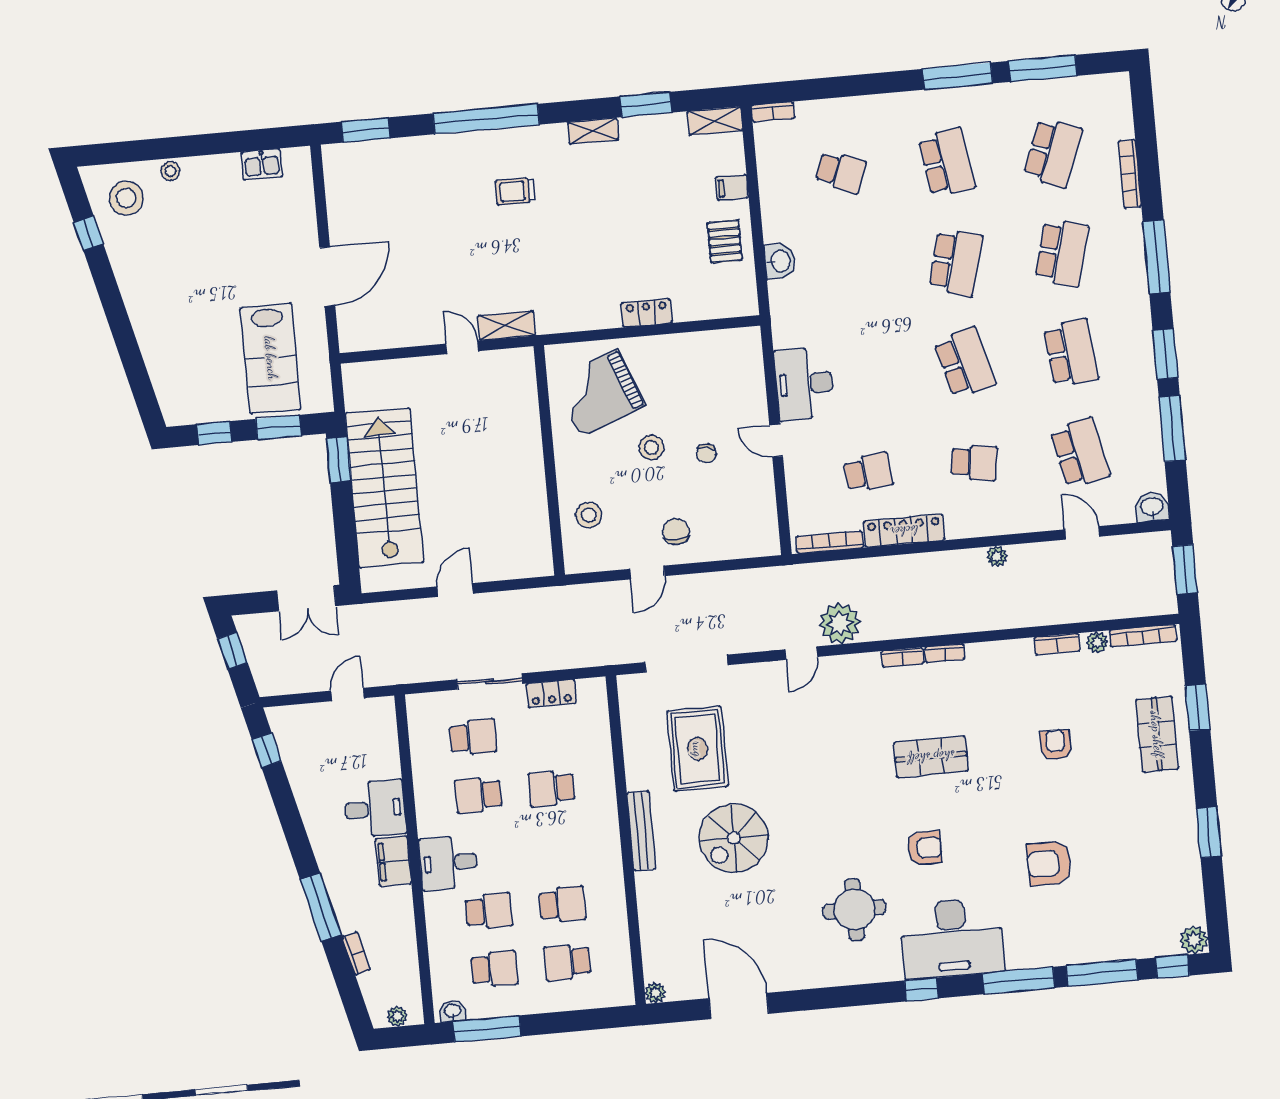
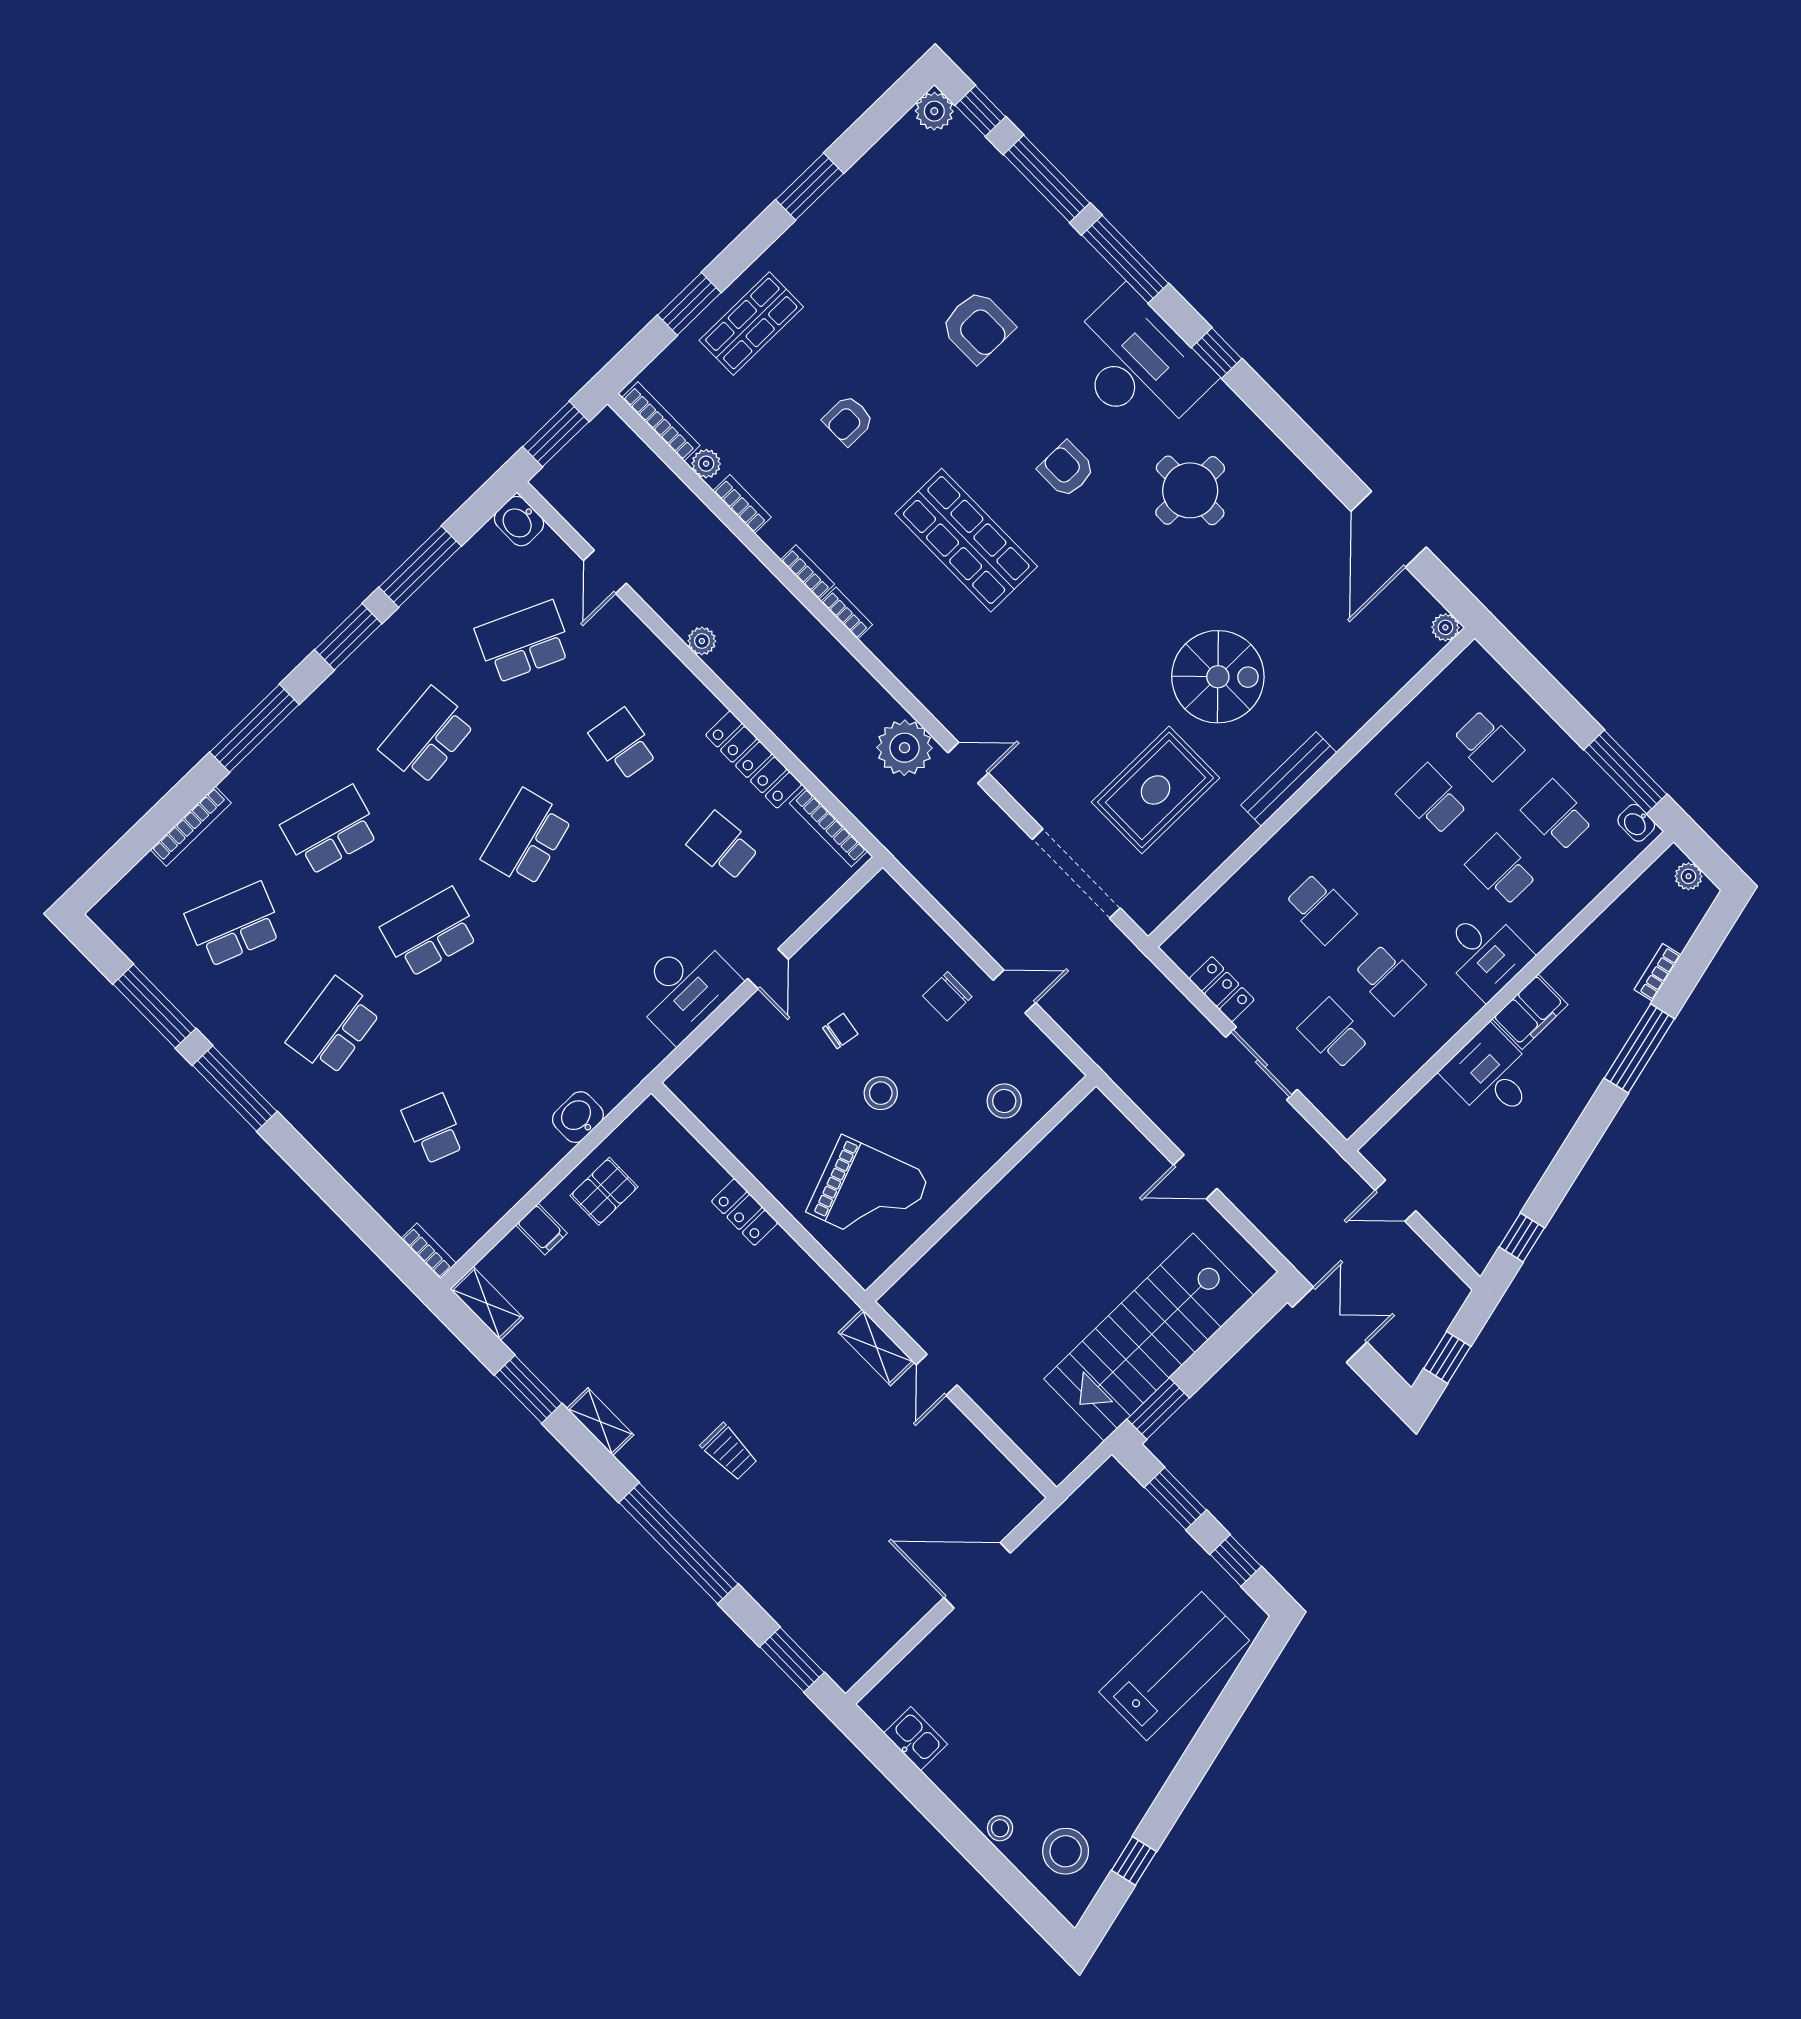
lab bench: (271, 358) -> (1174, 1666), moved
school desk: (1080, 453) -> (524, 642), turned 36
bookcase: (903, 657) -> (807, 572), moved
shop shelf: (931, 757) -> (966, 540), width x1.43, depth x1.36

